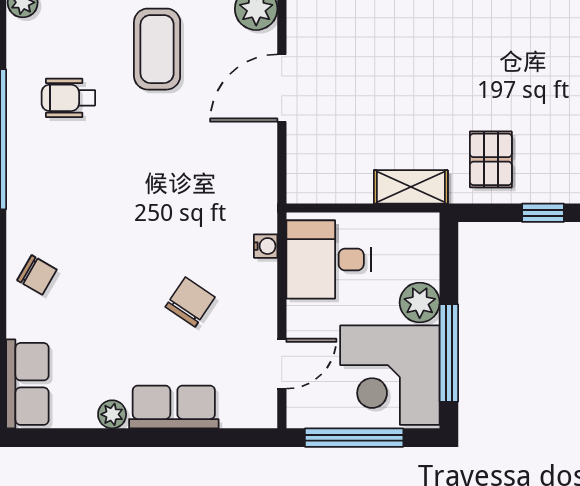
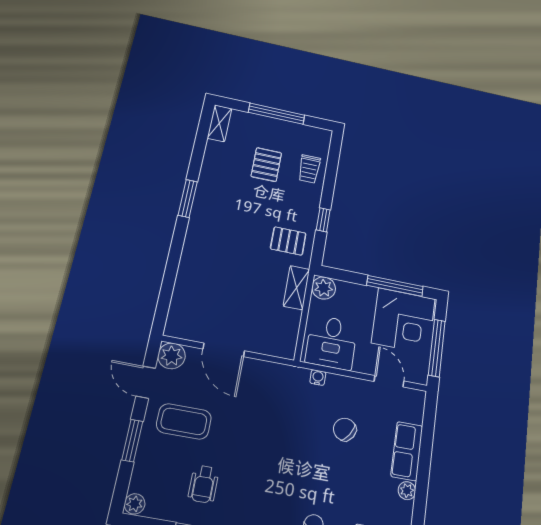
plant: (420, 303) -> (324, 288), moved

